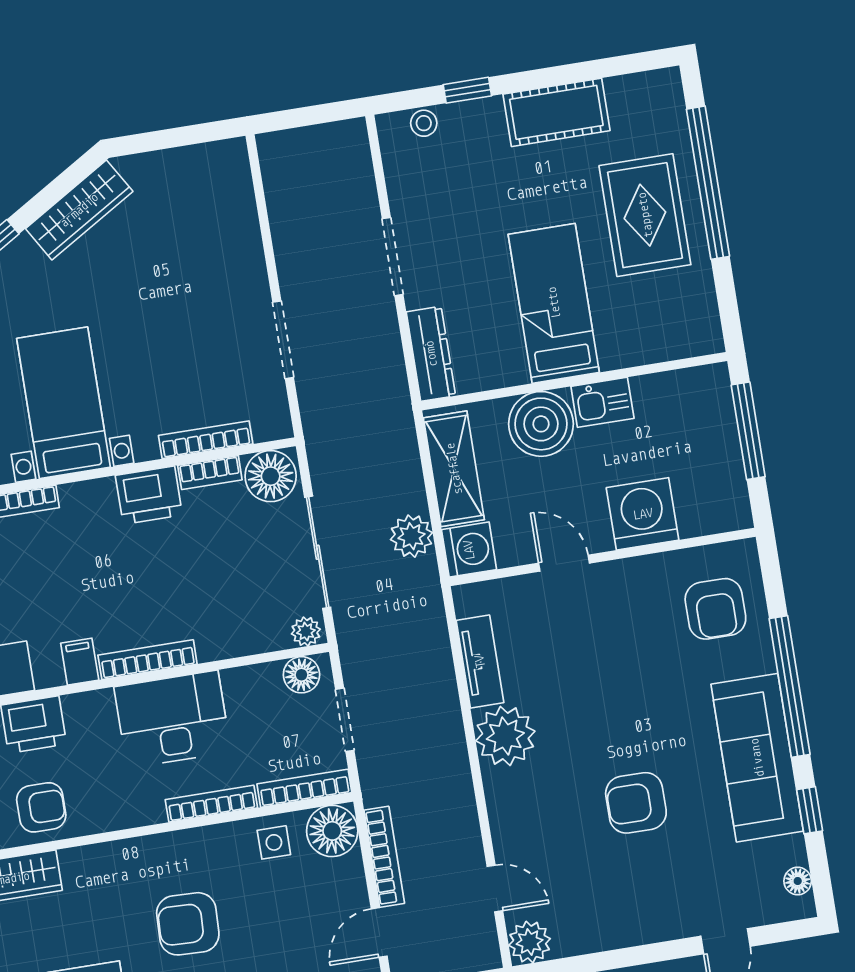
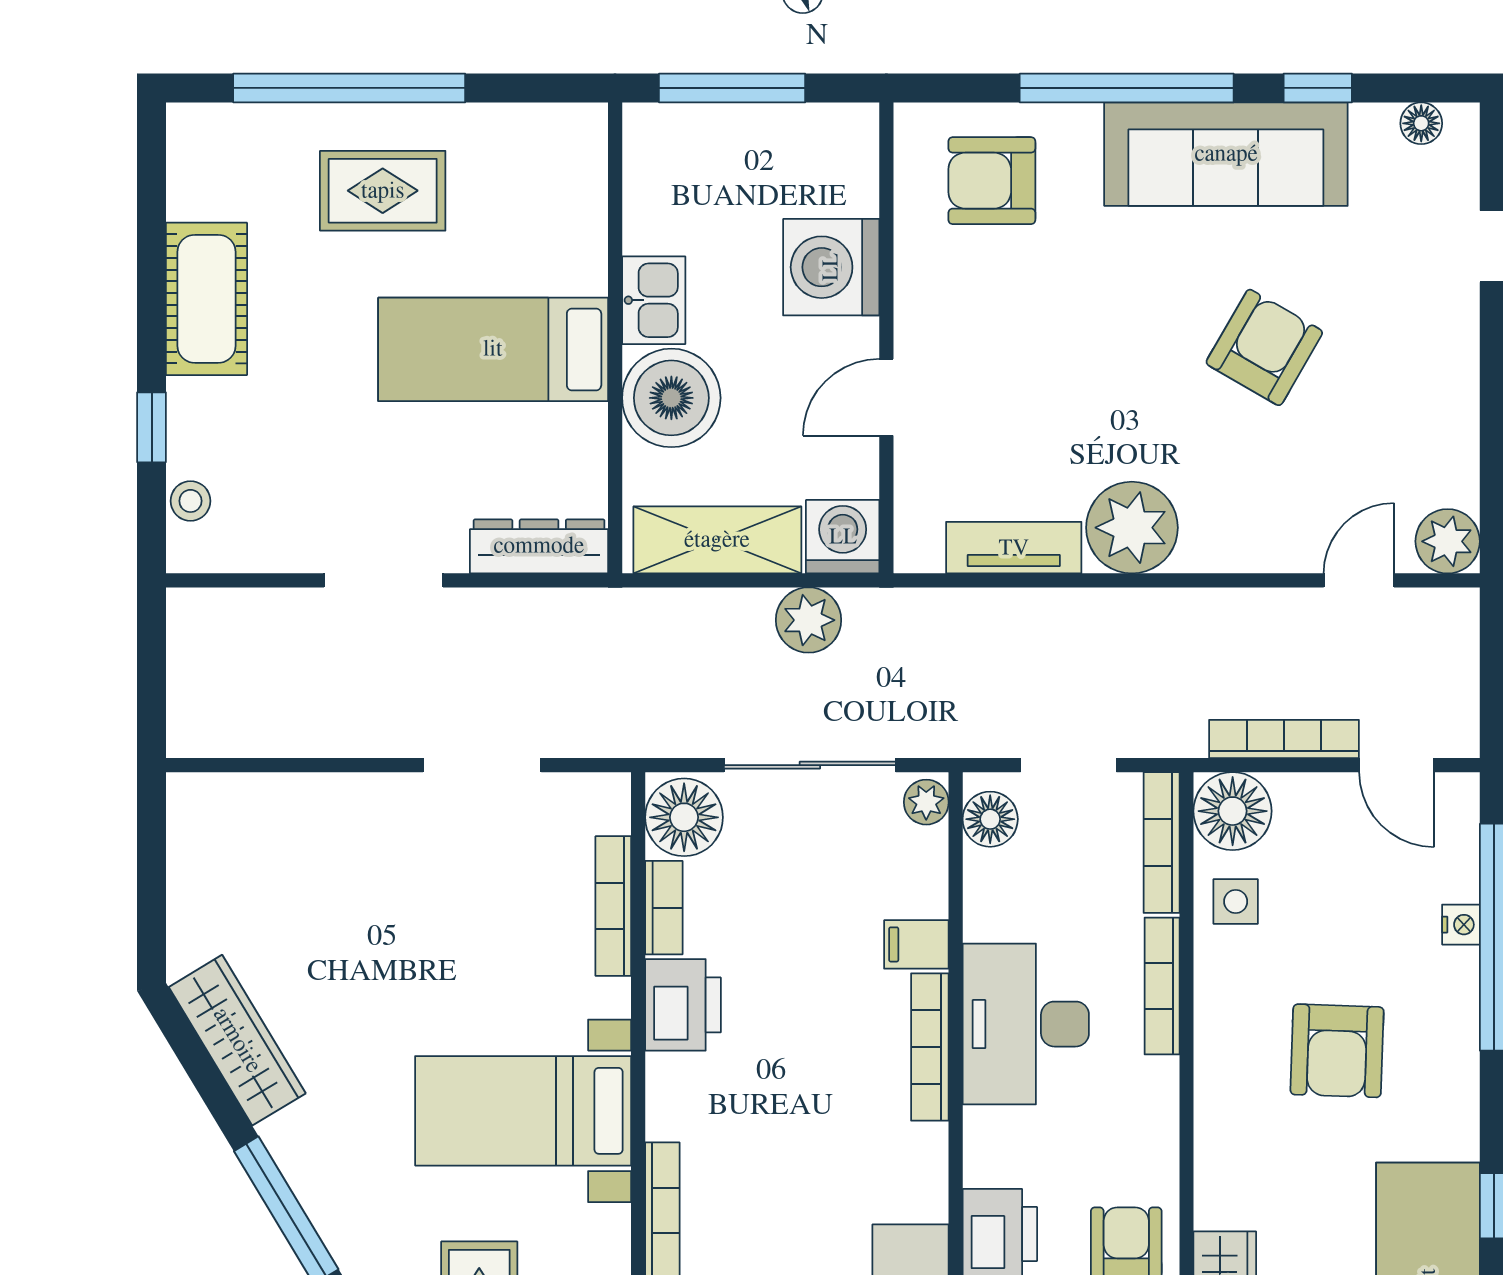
rug: (645, 215) -> (383, 191), width x0.73, depth x0.70
armchair: (715, 609) -> (992, 181), turned 180
filing cabinet: (80, 662) -> (916, 944), moved
armchair: (636, 803) -> (1264, 347), turned -150

